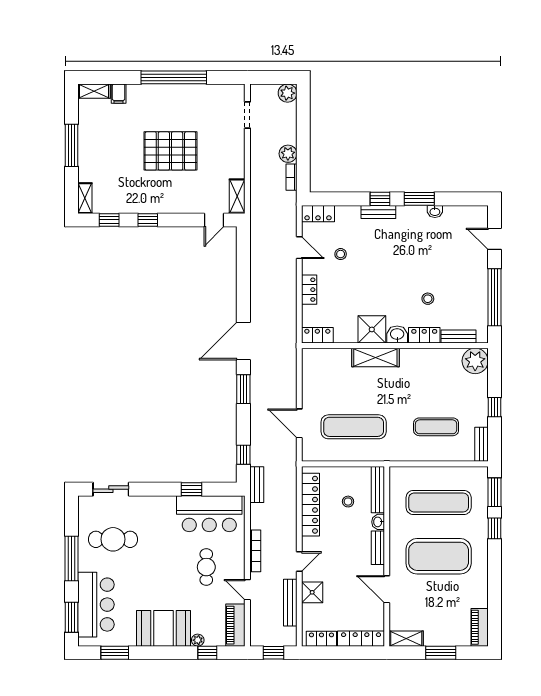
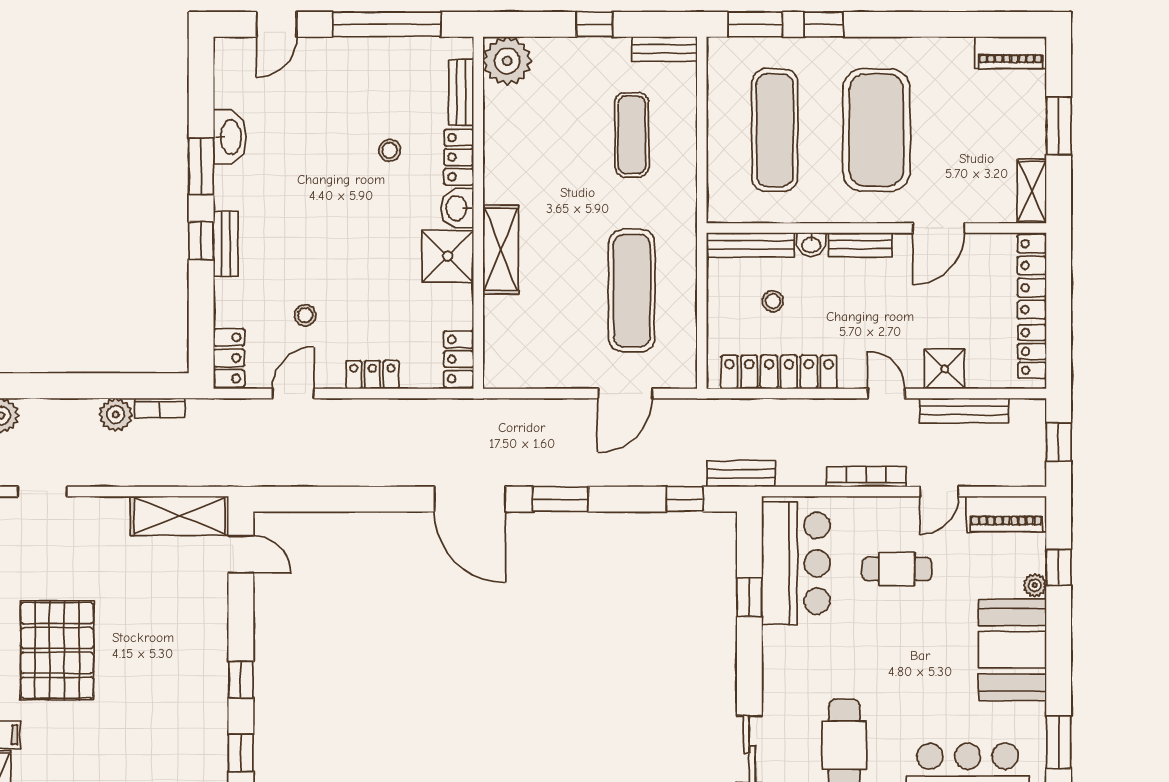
pallet: (170, 151) -> (57, 650), moved
shelving: (237, 196) -> (180, 516), width x1.50, depth x1.33
washbasin: (435, 211) -> (230, 137), width x1.91, depth x1.45

